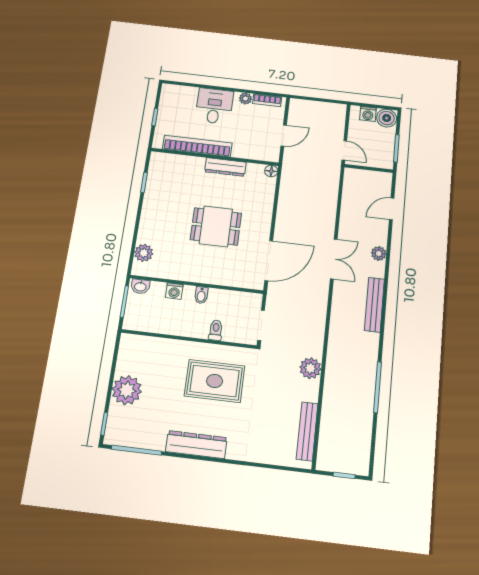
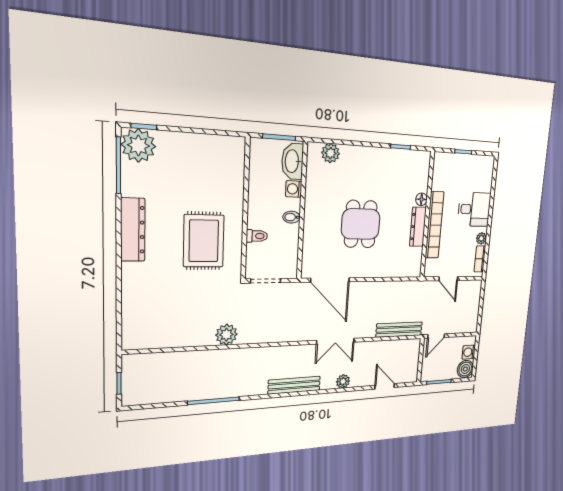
bookcase: (197, 146) -> (434, 225), moved
floor lamp: (271, 171) -> (421, 199), moved
washbasin: (140, 286) -> (292, 161), width x1.91, depth x1.45
plant: (127, 390) -> (138, 145), moved
bench: (307, 431) -> (399, 330), moved

